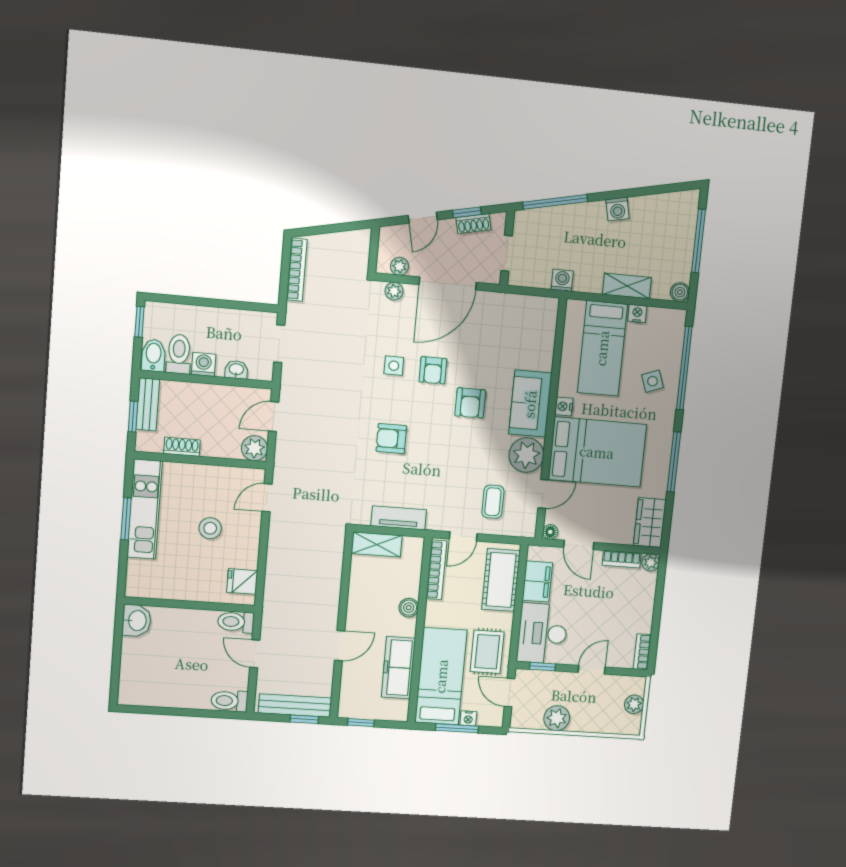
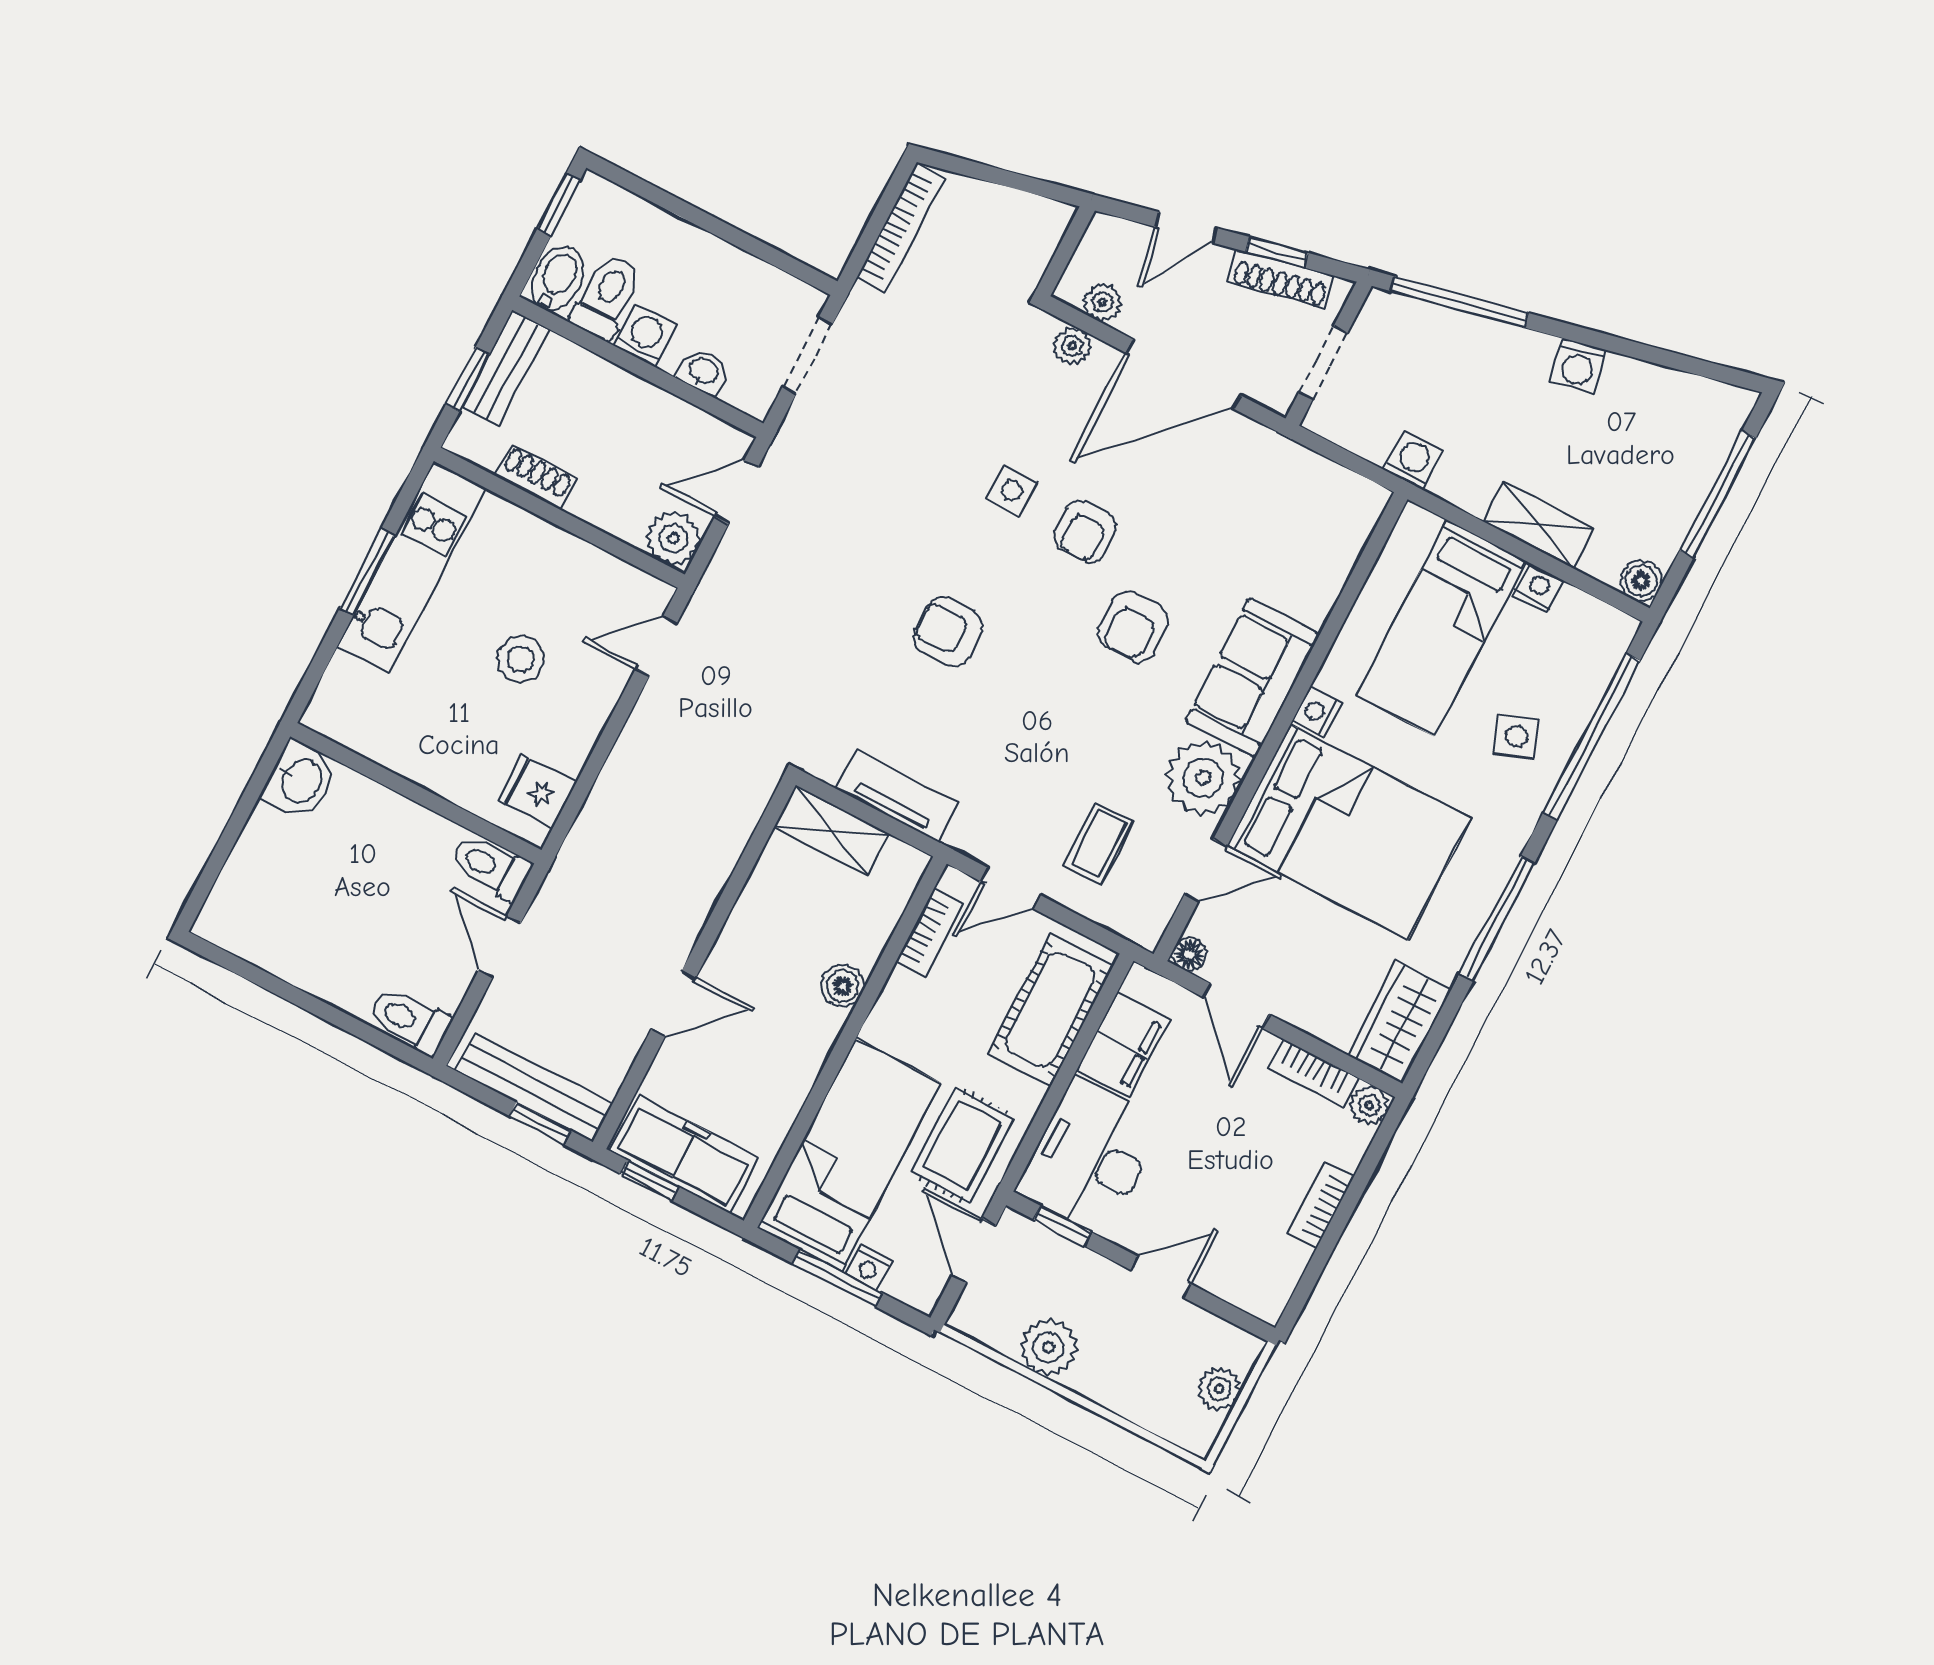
shoe rack: (473, 224) -> (1281, 279), width x1.43
bookcase: (436, 570) -> (929, 933), width x0.64
bookcase: (642, 652) -> (1321, 1205), moved
freezer: (398, 668) -> (684, 1154), moved, turned 90

